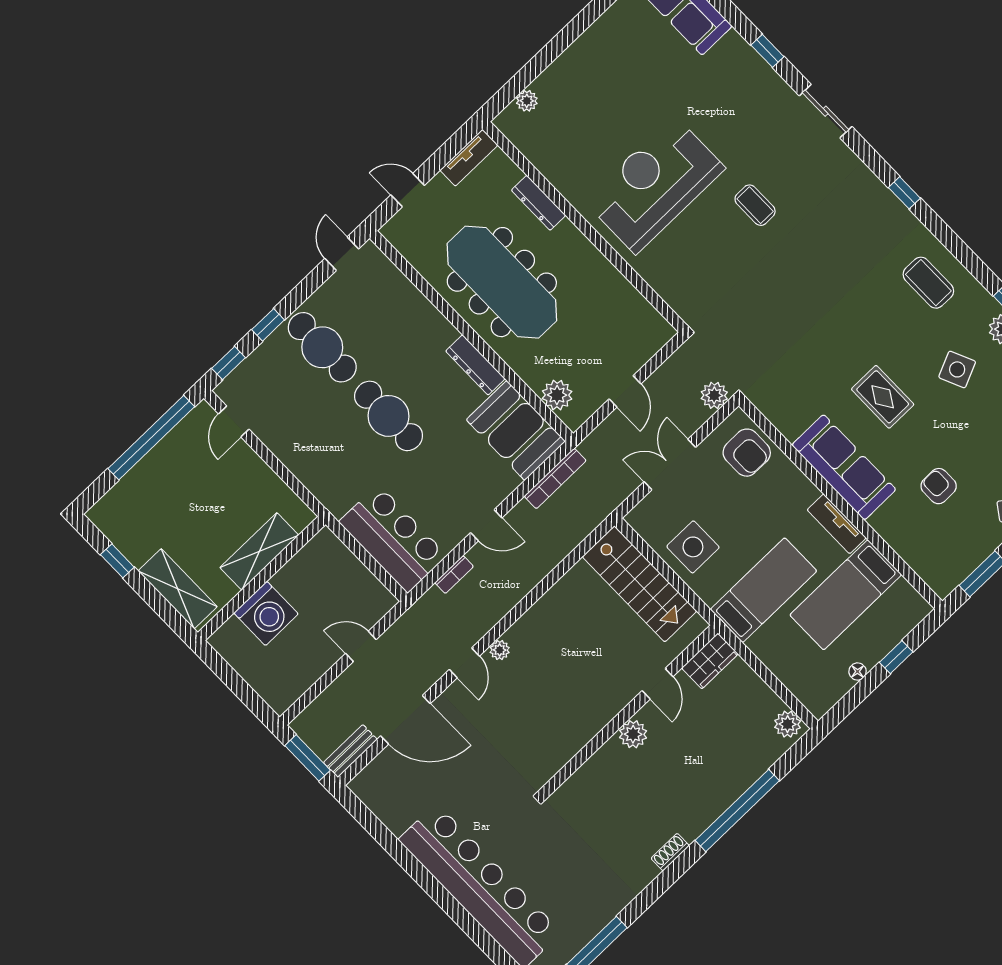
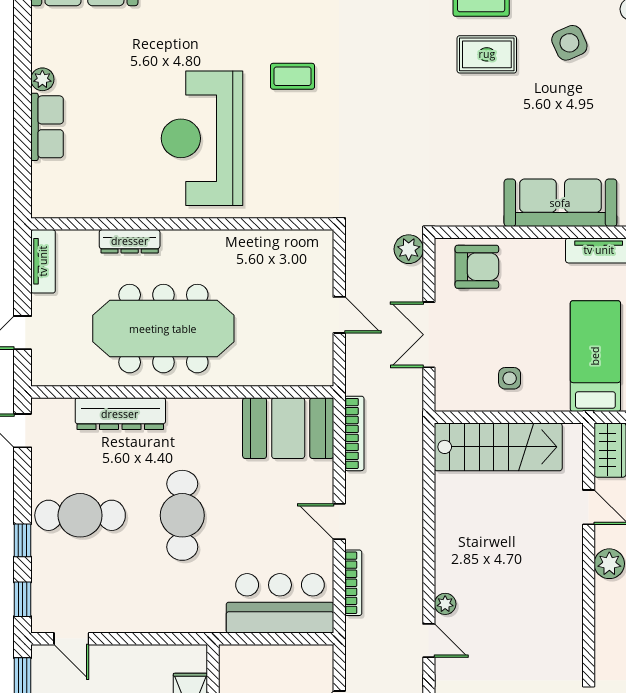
row of seats: (562, 73) -> (47, 127), added
plant: (527, 101) -> (42, 79), moved
dresser: (475, 365) -> (120, 414), moved, width x1.37, depth x1.24
plant: (557, 395) -> (291, 370), removed
rug: (883, 397) -> (487, 54), moved
cafe table: (389, 416) -> (182, 515), turned 90
door: (486, 525) -> (339, 521), swing flipped
side table: (693, 547) -> (510, 378), width x0.54, depth x0.54
bookcase: (454, 575) -> (353, 583), width x1.56

